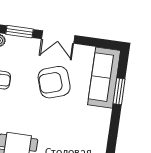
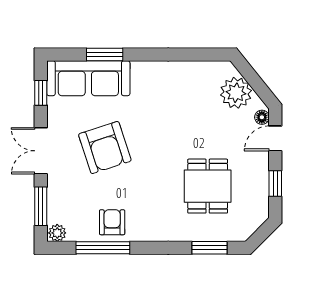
double door: (58, 37) -> (41, 151), swing flipped
window: (99, 43) -> (41, 93), added

